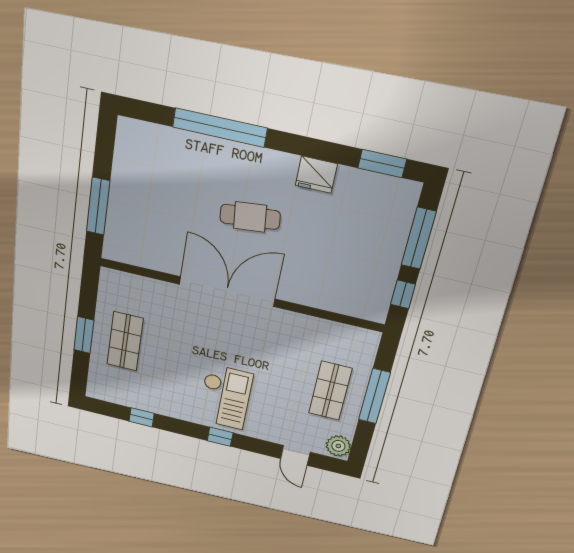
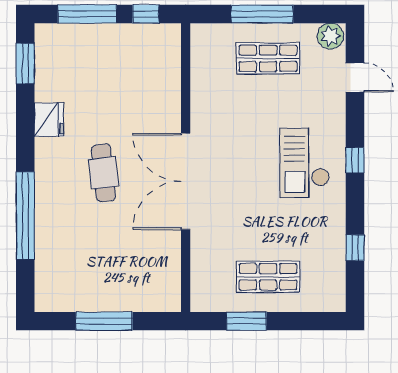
window: (98, 206) -> (104, 321), moved
window: (84, 335) -> (246, 321), moved
checkout: (225, 397) -> (305, 163), turned -90
door: (295, 455) -> (355, 78), hinge flipped

